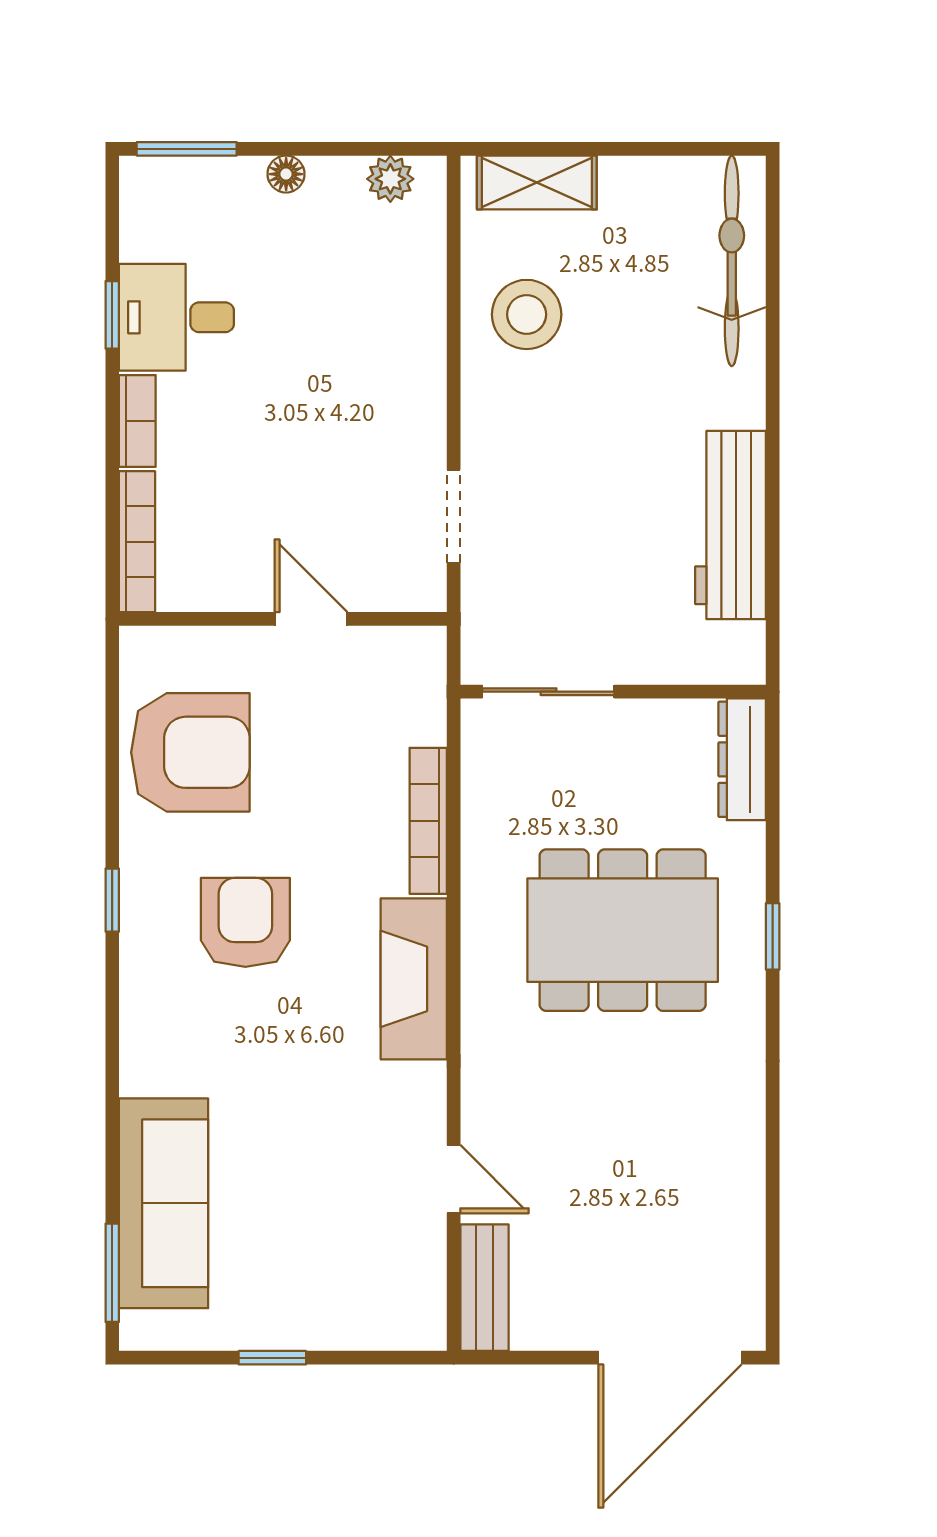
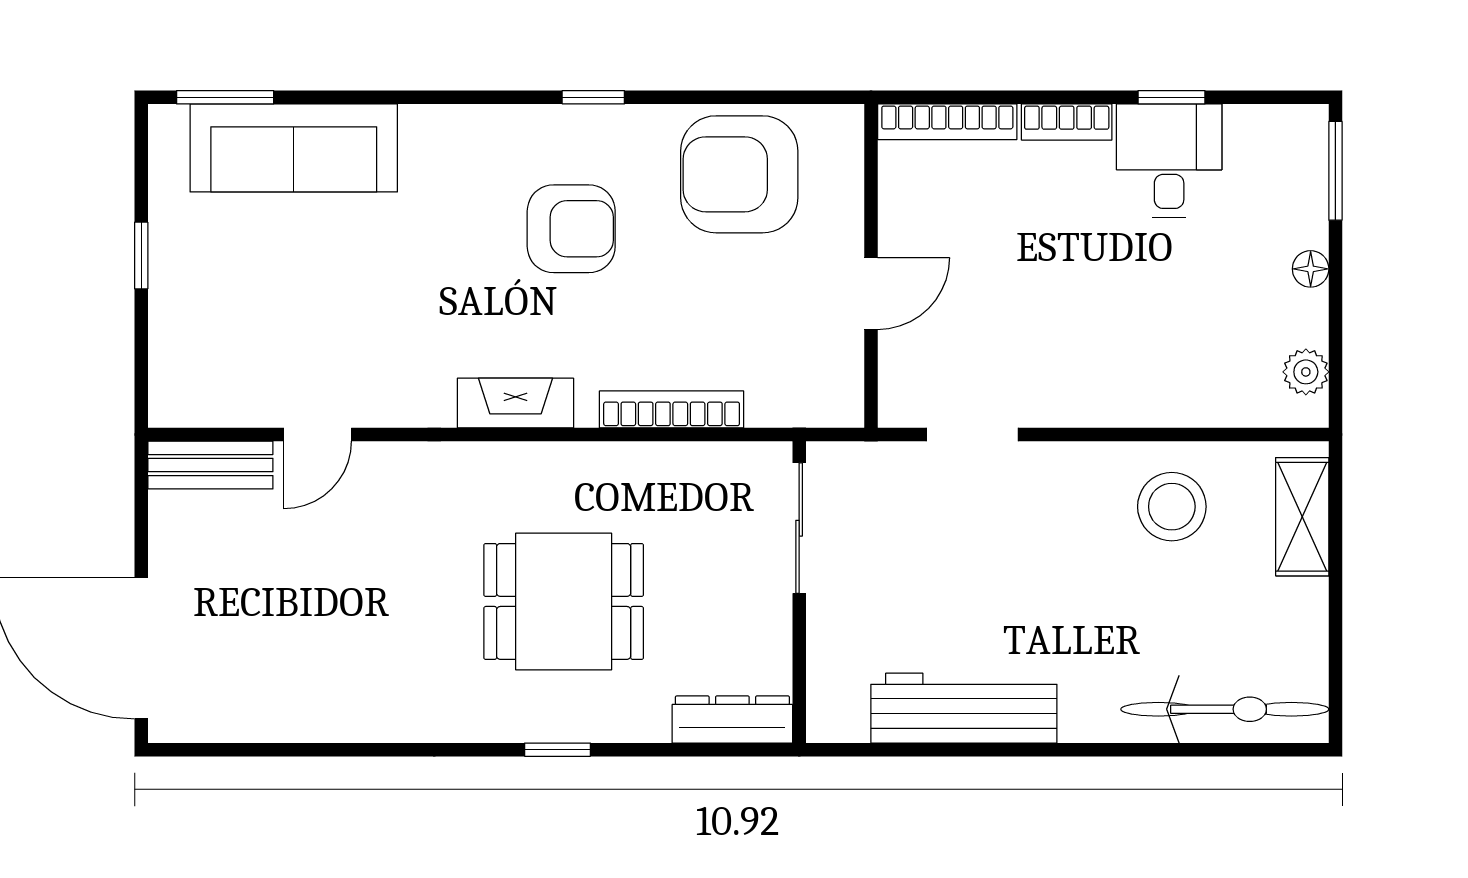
armchair: (190, 752) -> (739, 174), turned 90
dining table: (623, 930) -> (564, 601), width x0.73
fireplace: (414, 979) -> (515, 403), width x0.73, depth x0.76

